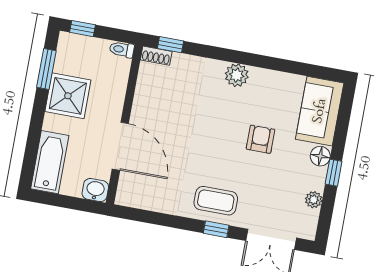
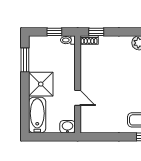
window: (83, 29) -> (54, 32), moved
shower: (68, 96) -> (41, 84), moved
door: (120, 146) -> (78, 98), width x0.53

